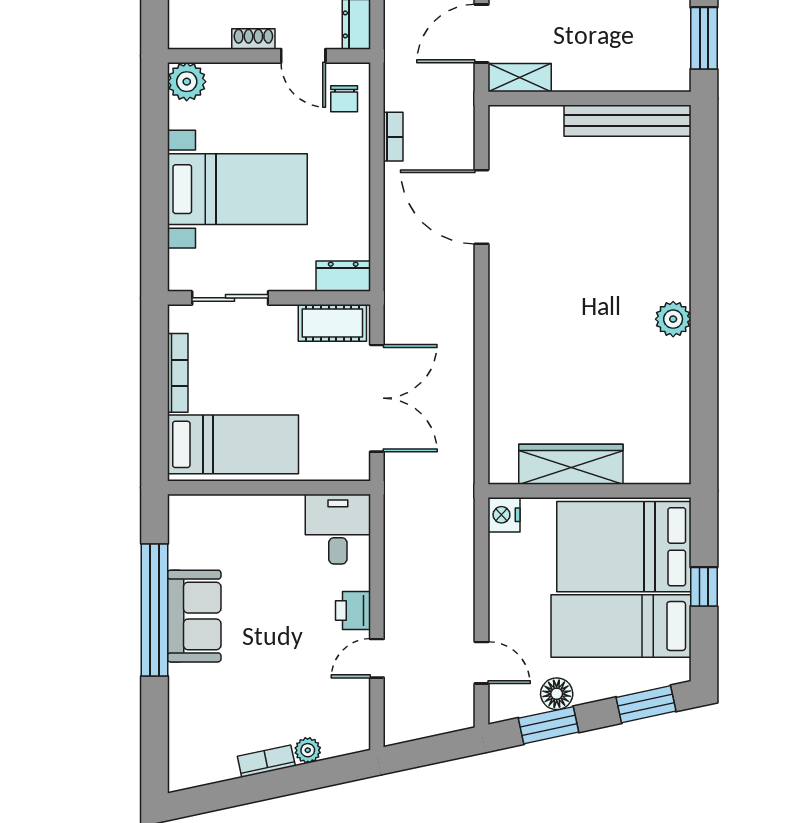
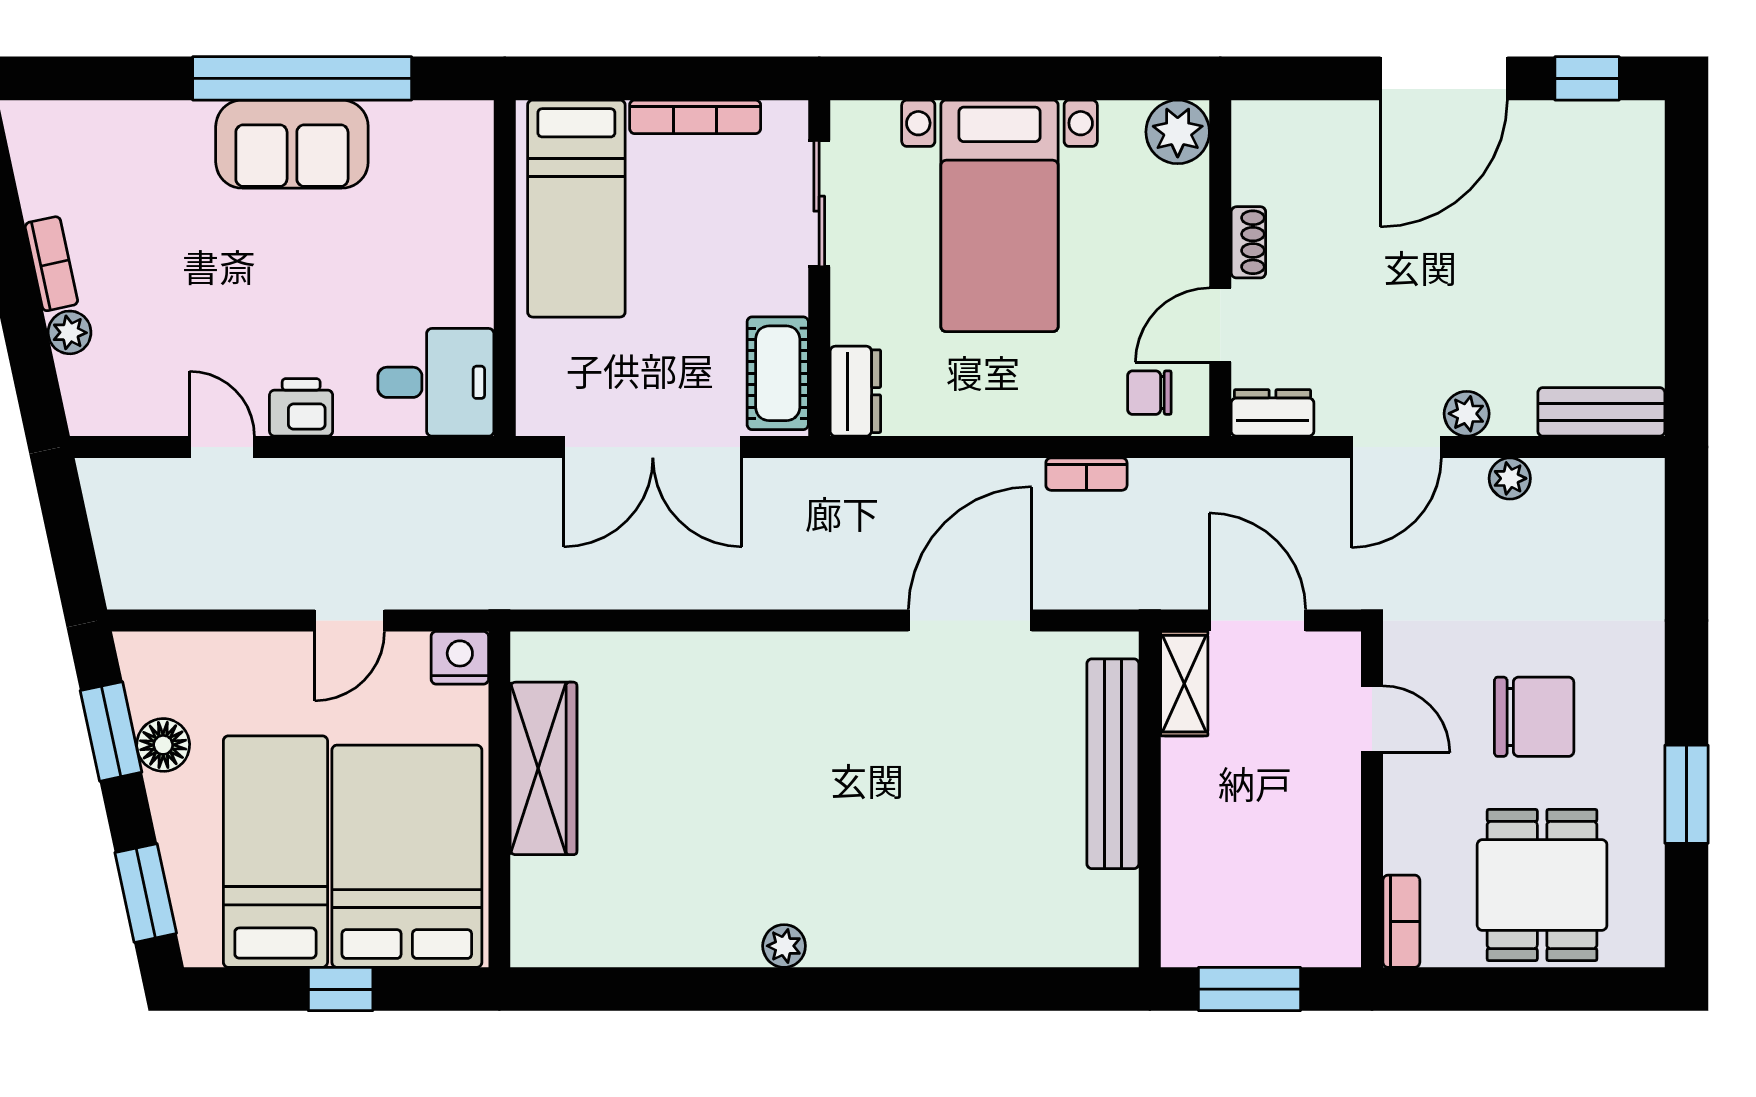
bench: (628, 121) -> (1113, 764), moved
plant: (673, 319) -> (784, 946), width x0.73, depth x0.73
door: (482, 663) -> (350, 620), moved

